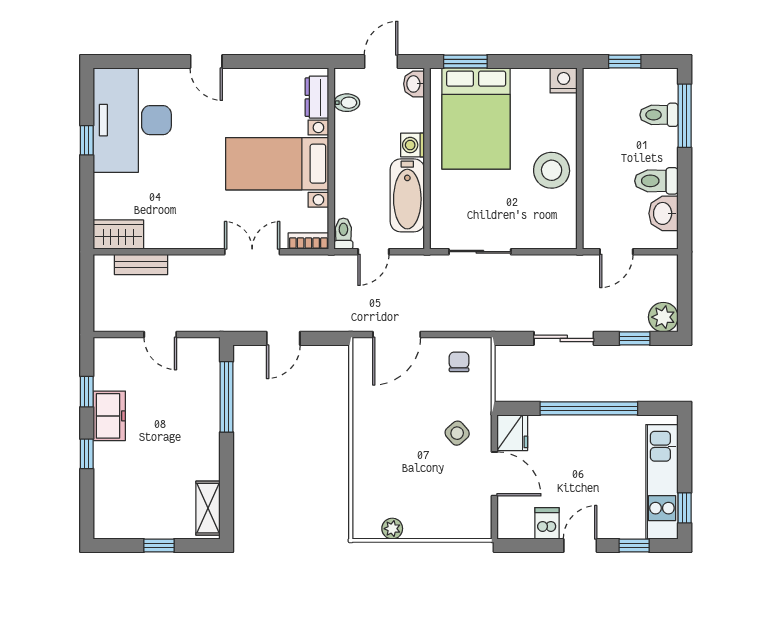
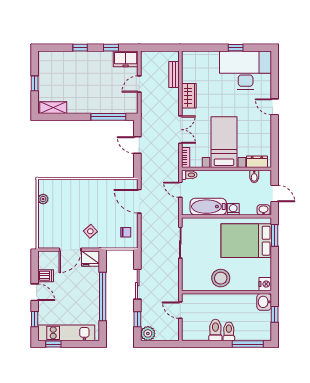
door: (206, 62) -> (275, 107), hinge flipped
toilet: (659, 115) -> (229, 331), moved
washbasin: (663, 213) -> (264, 302), moved, turned -90
wardrobe: (118, 235) -> (189, 96), moved
freezer: (109, 416) -> (126, 59), moved

